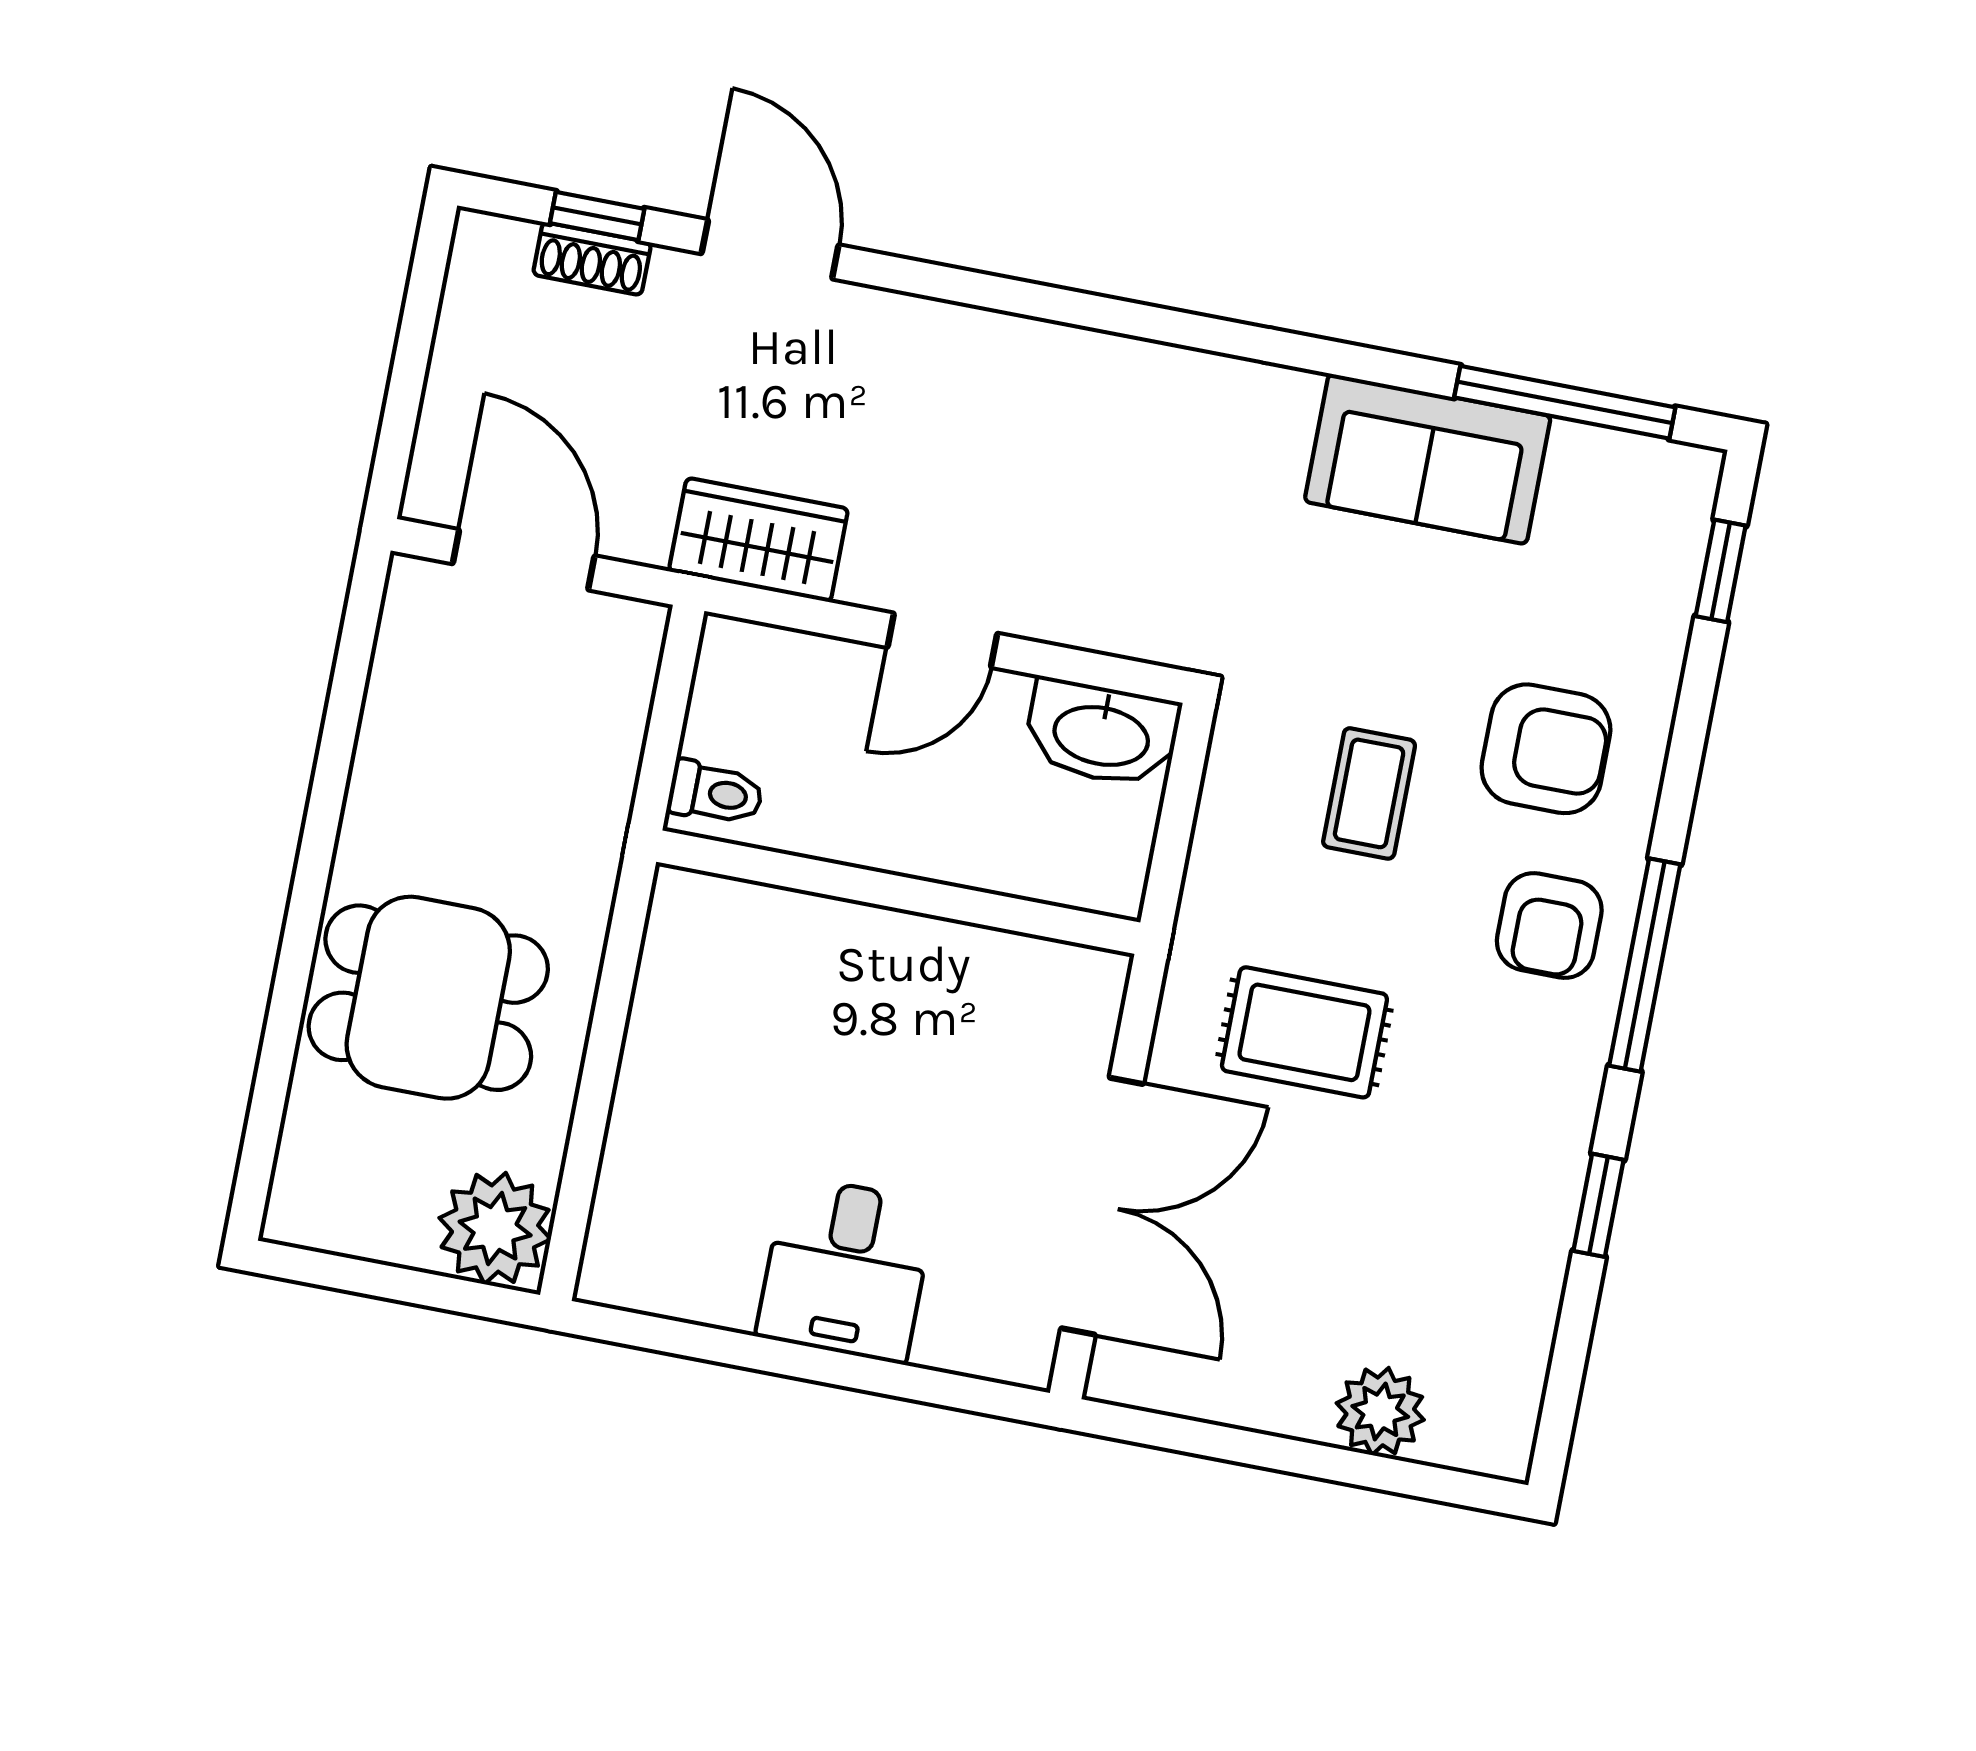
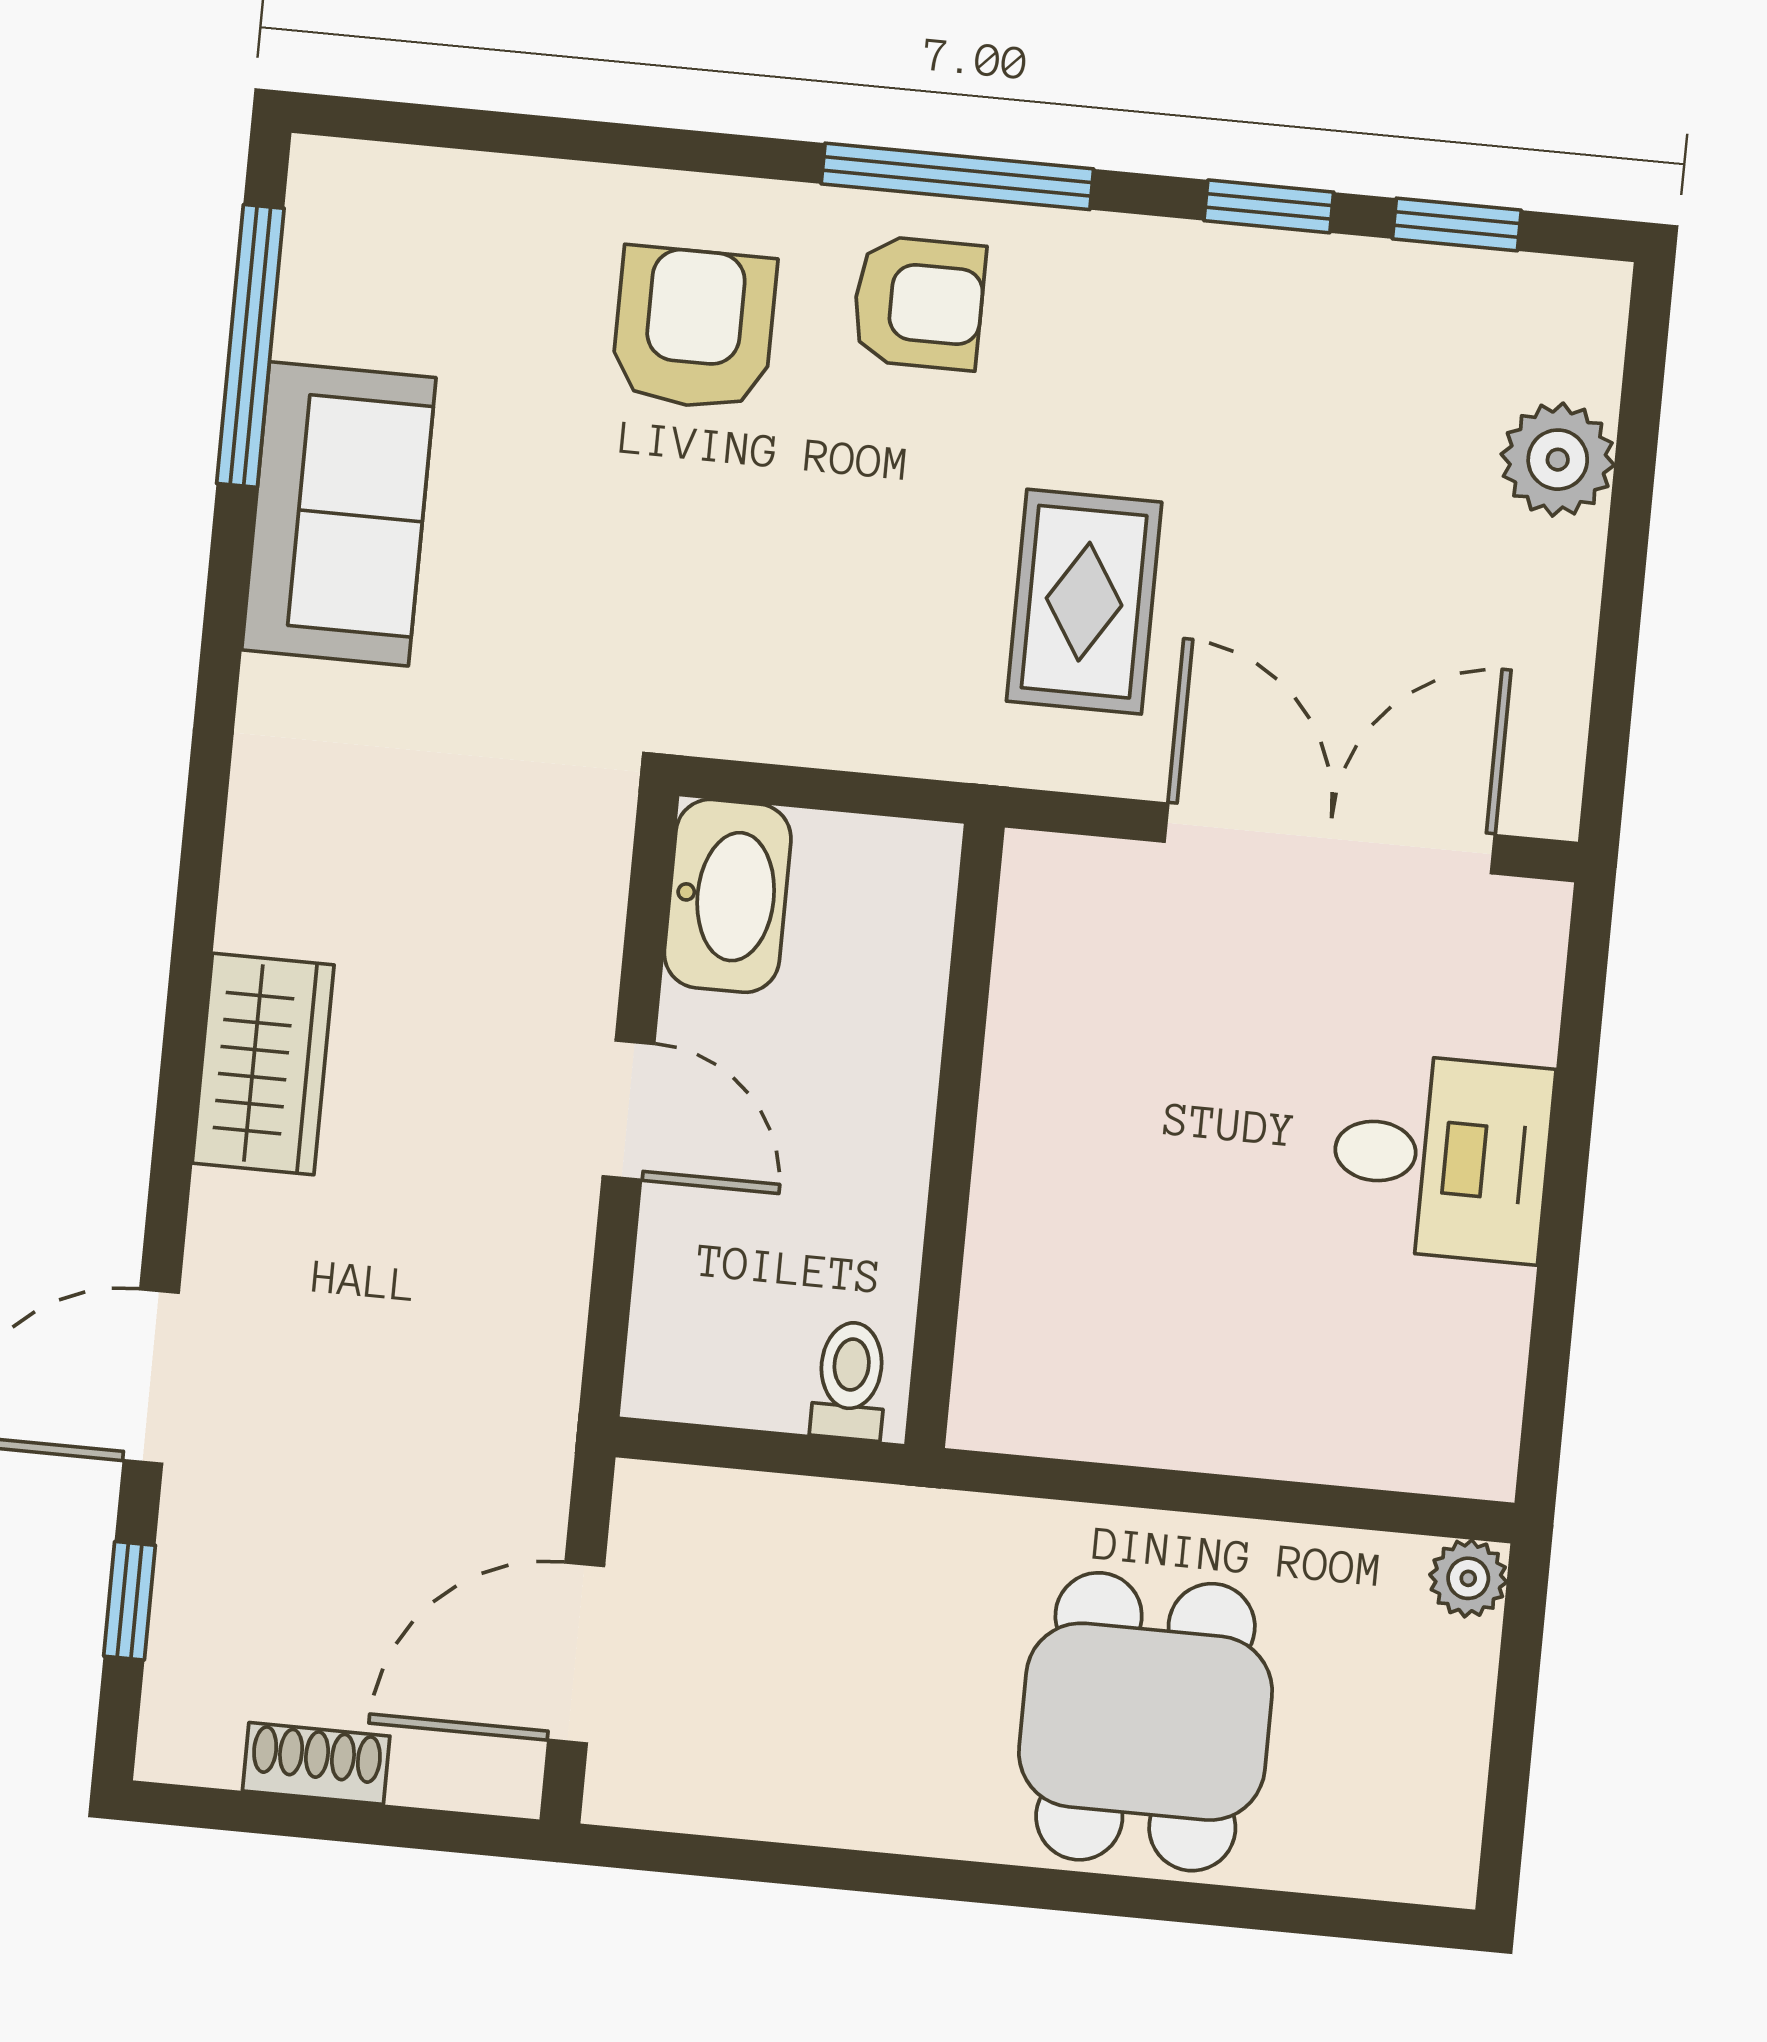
shoe rack: (592, 259) -> (316, 1763), moved, turned -90
wardrobe: (758, 540) -> (263, 1064), moved, turned 180
window: (1721, 571) -> (1457, 224), moved
coffee table: (1369, 793) -> (772, 548), removed
plant: (495, 1228) -> (1468, 1578), width x0.53, depth x0.53

